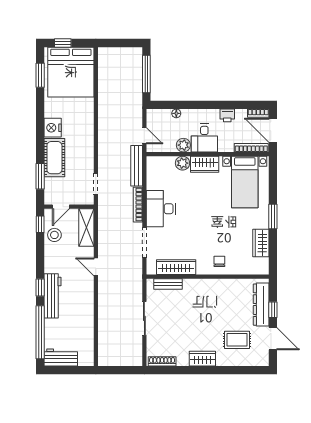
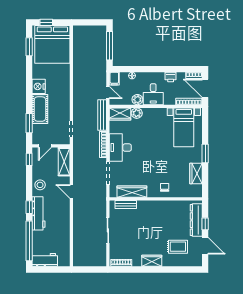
filing cabinet: (153, 118) -> (114, 79), added
wardrobe: (205, 164) -> (120, 114), moved
stool: (54, 235) -> (40, 185), moved

